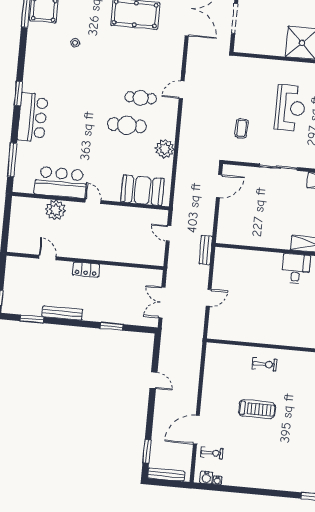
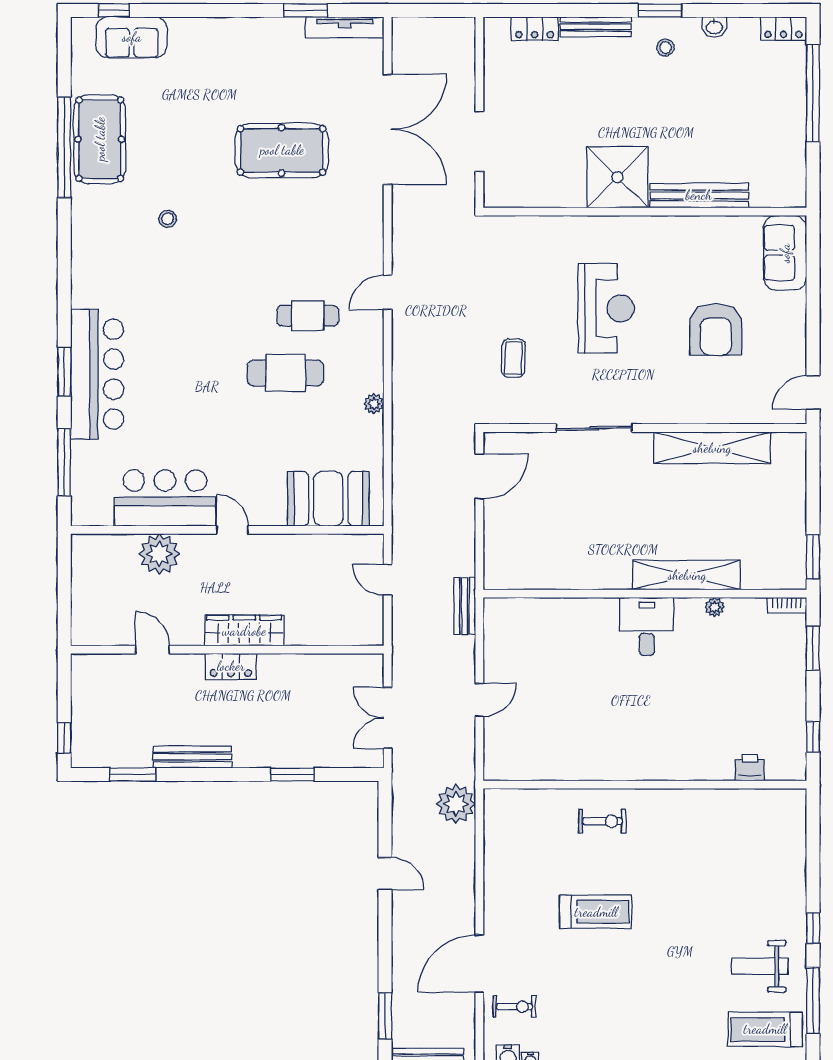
window: (18, 93) -> (64, 372), moved
bar counter: (33, 117) -> (97, 374), width x1.36
plant: (165, 149) -> (374, 404), width x0.53, depth x0.53
wardrobe: (94, 252) -> (244, 631), added
plant: (192, 349) -> (456, 804), added

